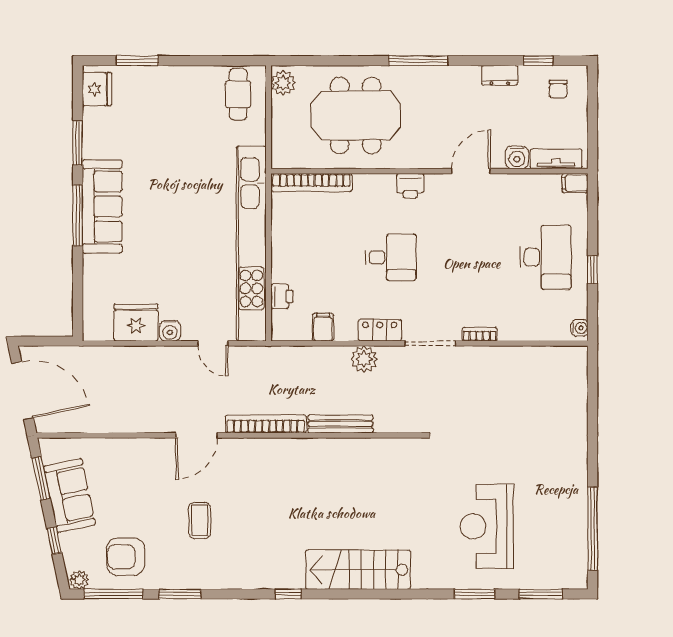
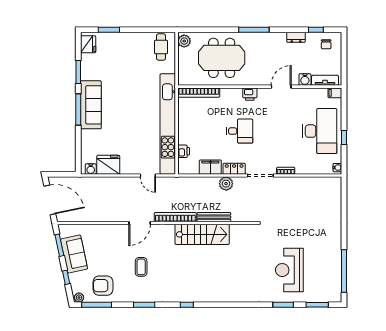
desk: (546, 257) -> (320, 131), width x1.36, depth x1.30
filing cabinet: (323, 327) -> (210, 167), width x2.00
water cooler: (170, 331) -> (91, 169), moved
stairs: (358, 570) -> (202, 234), moved, turned 180
window: (180, 594) -> (144, 305), moved

